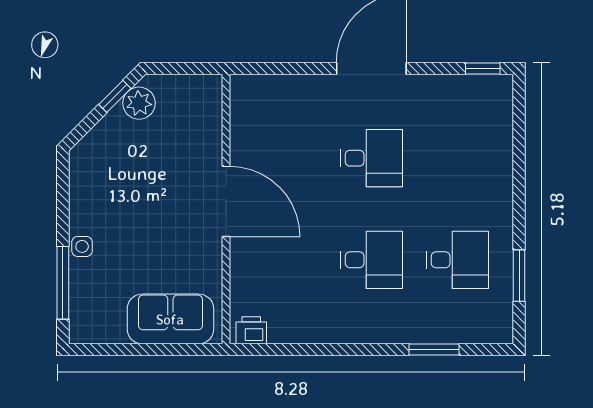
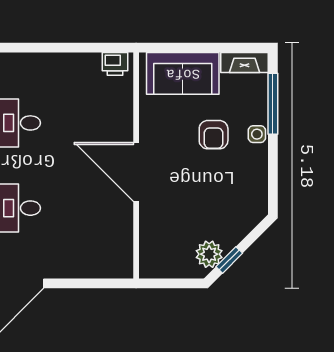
armchair: (134, 246) -> (214, 135), added
fireplace: (97, 332) -> (245, 63), added

